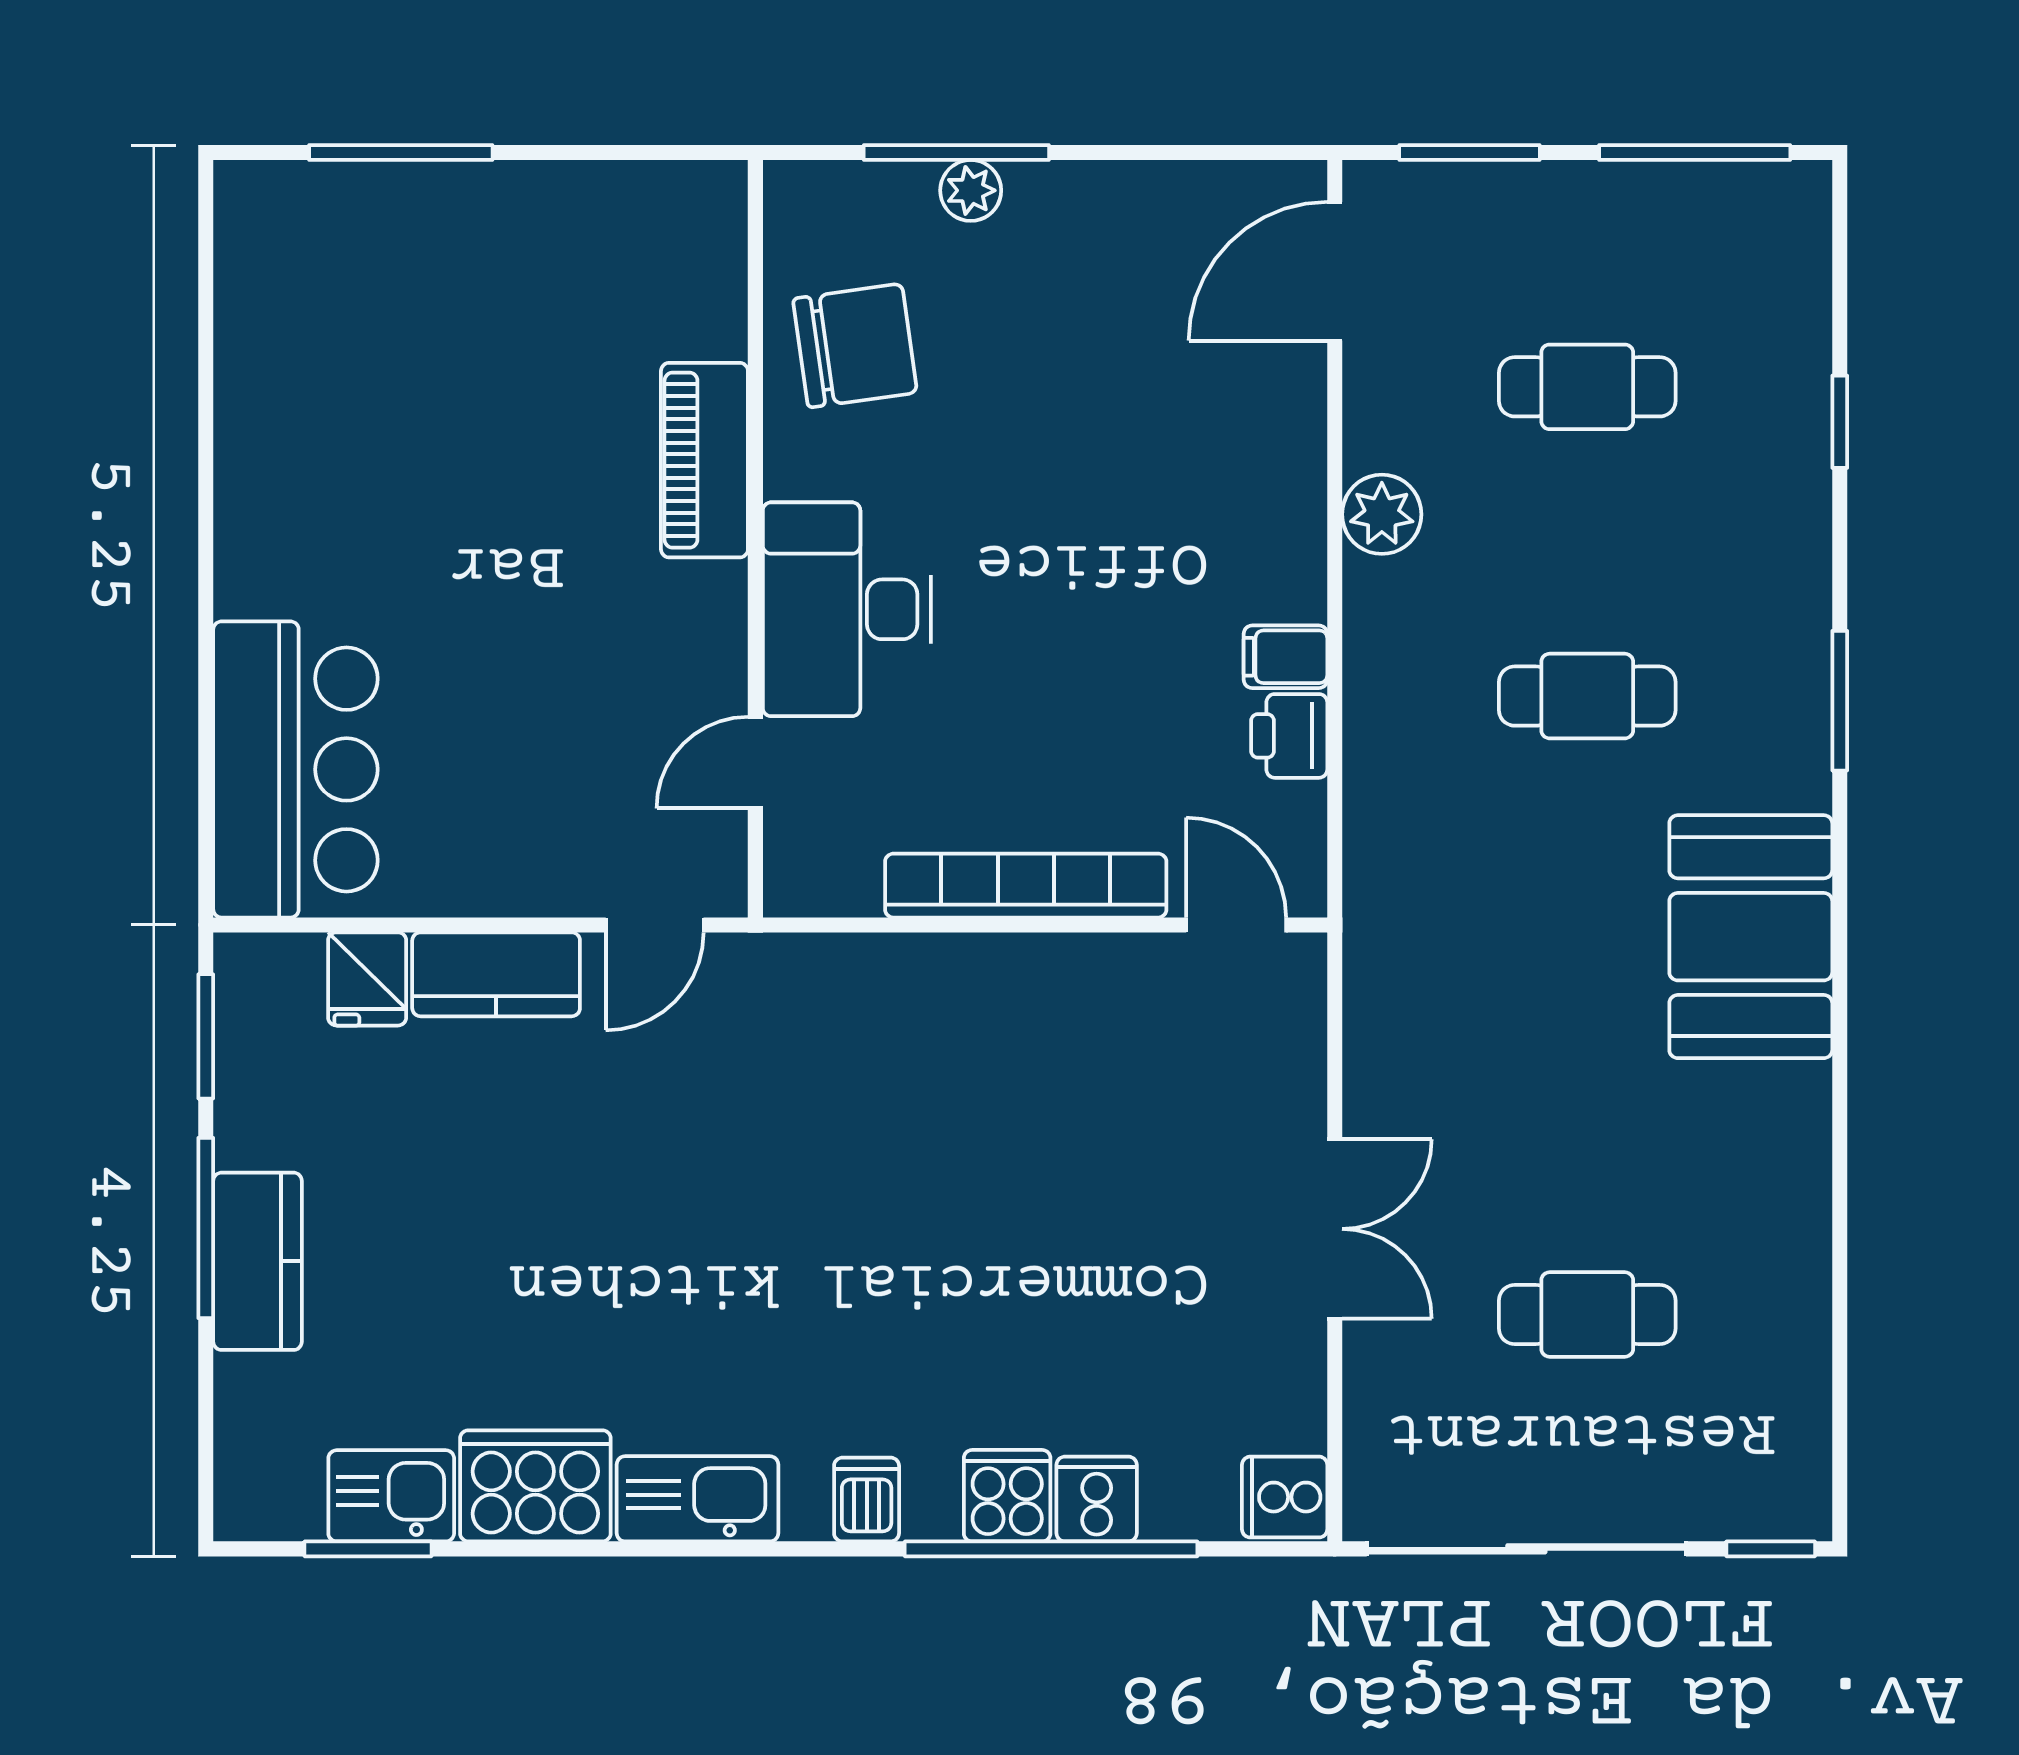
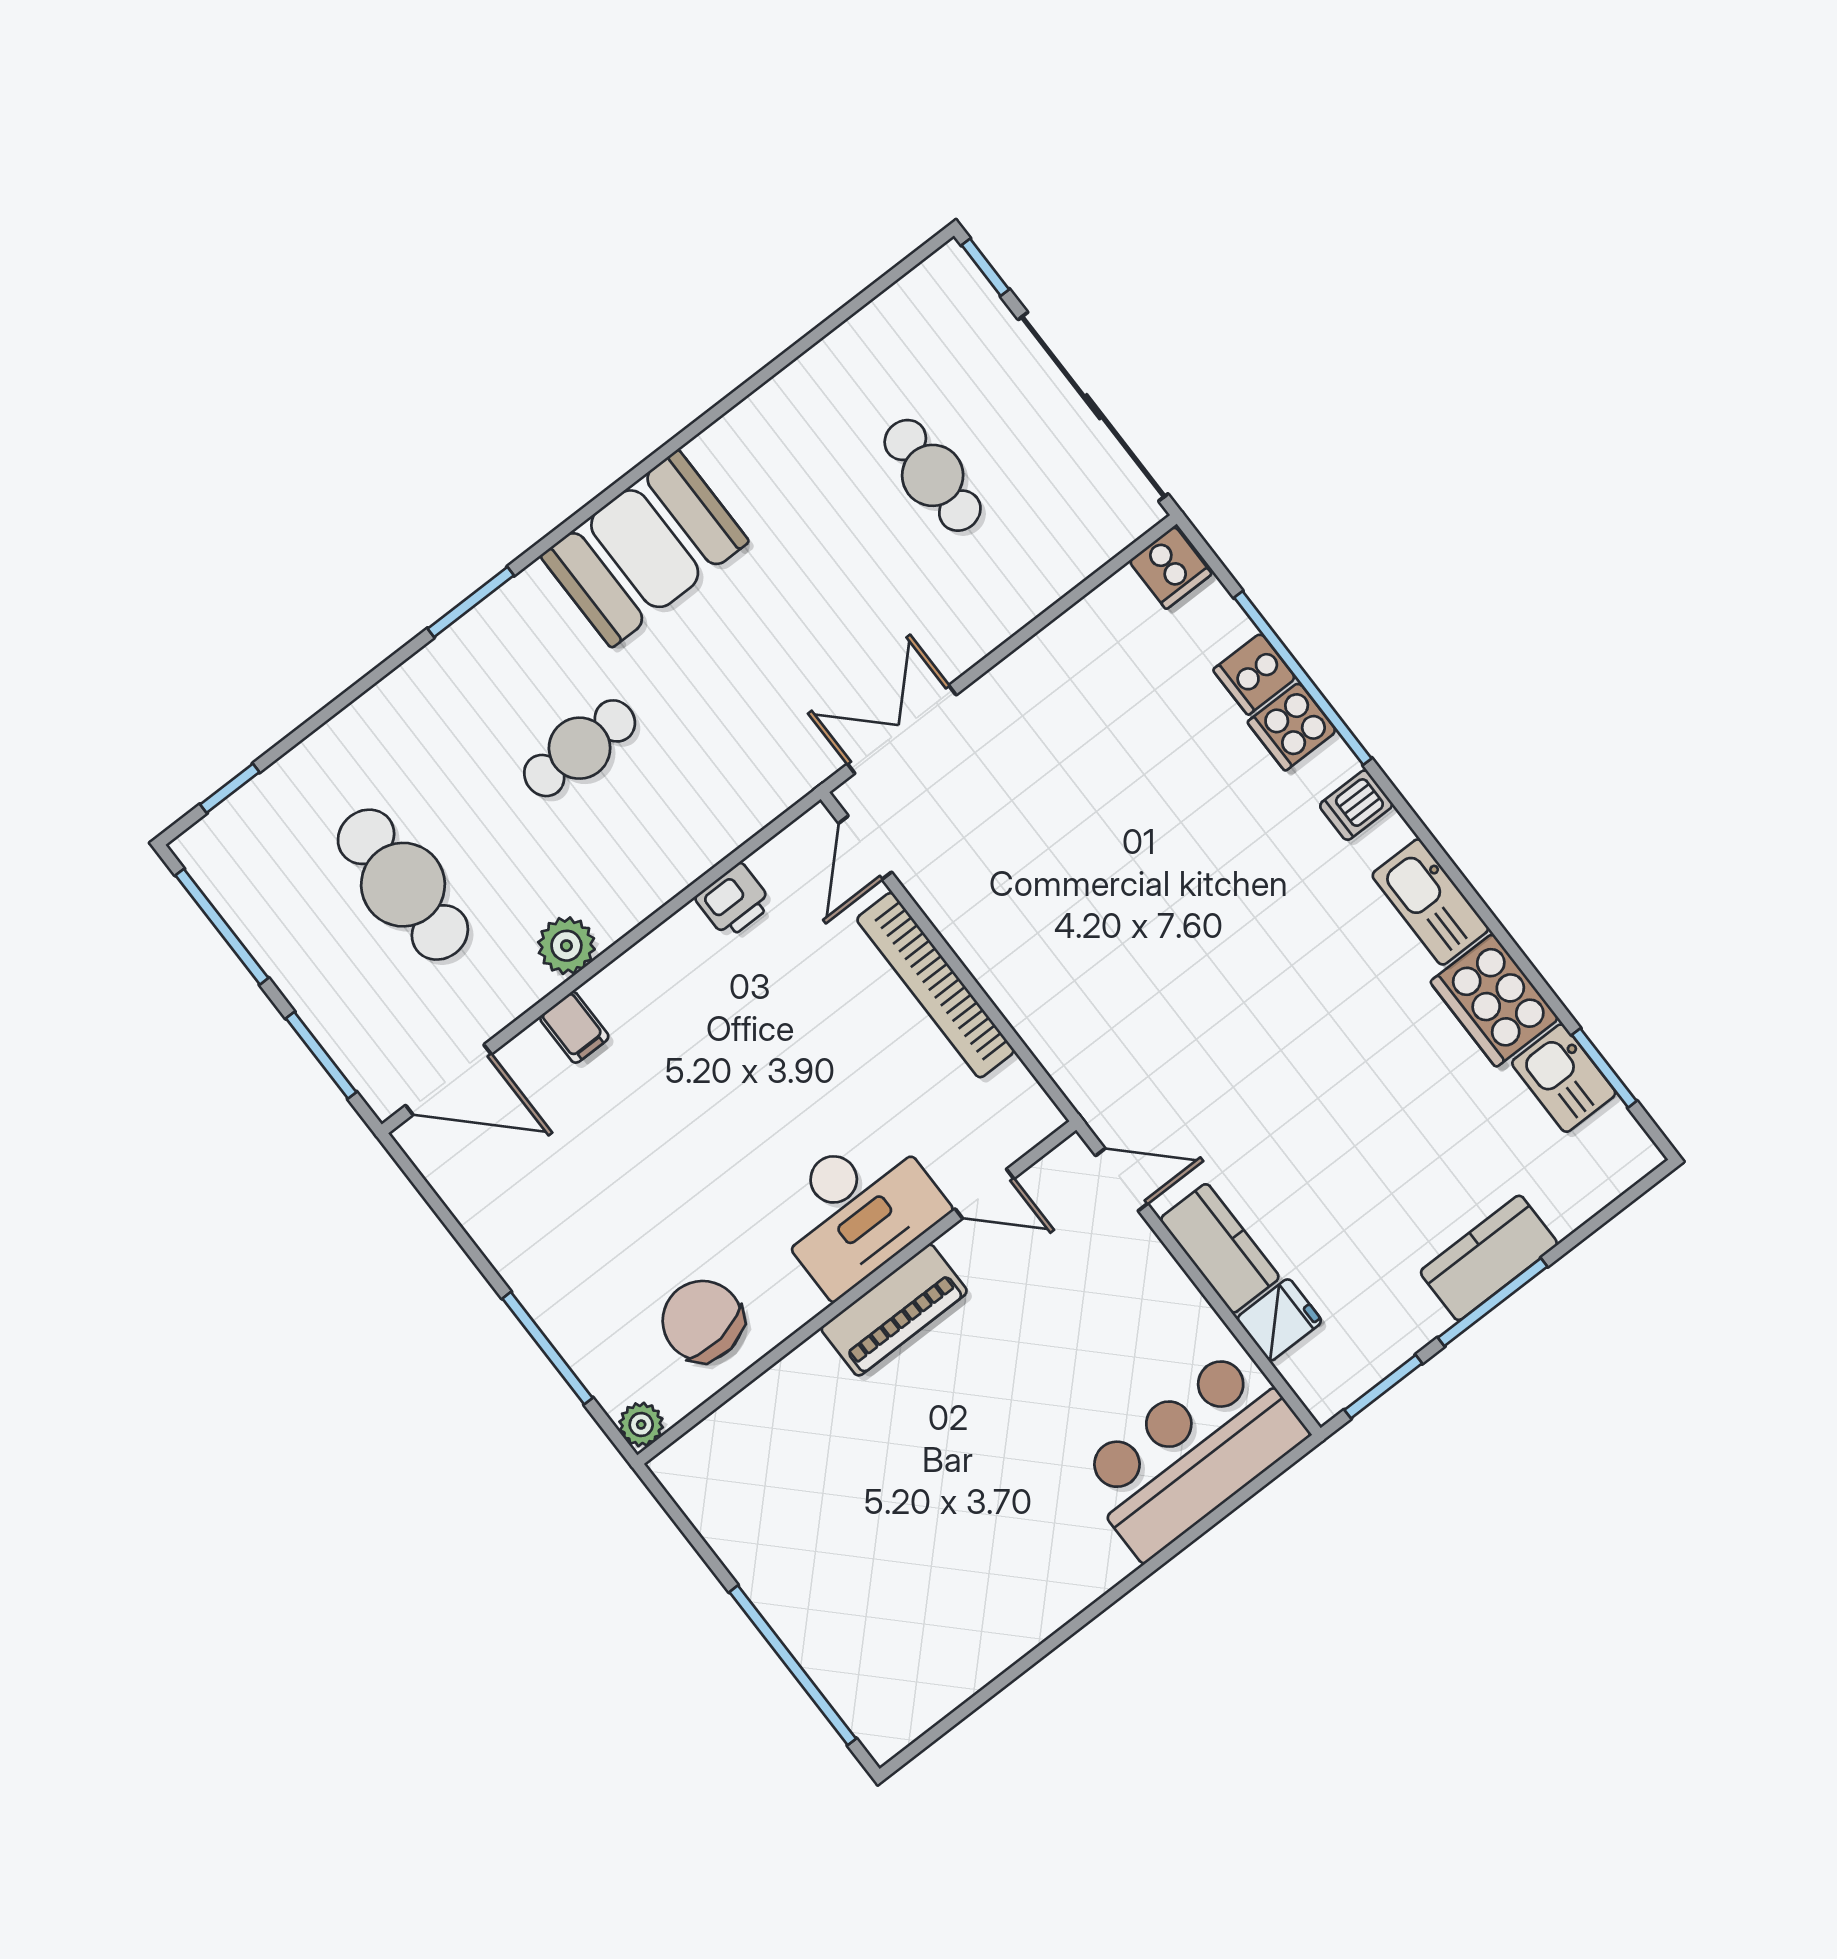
window: (401, 153) -> (793, 1665), width x1.46
plant: (971, 190) -> (641, 1424), moved
cafe table: (1587, 387) -> (403, 885), width x1.37, depth x1.35
window: (1840, 422) -> (230, 788), moved
piano: (704, 460) -> (894, 1310), moved
filing cabinet: (1286, 657) -> (574, 1027), moved
cafe table: (1587, 696) -> (580, 748), turned 90
double door: (1335, 1229) -> (902, 729), moved

